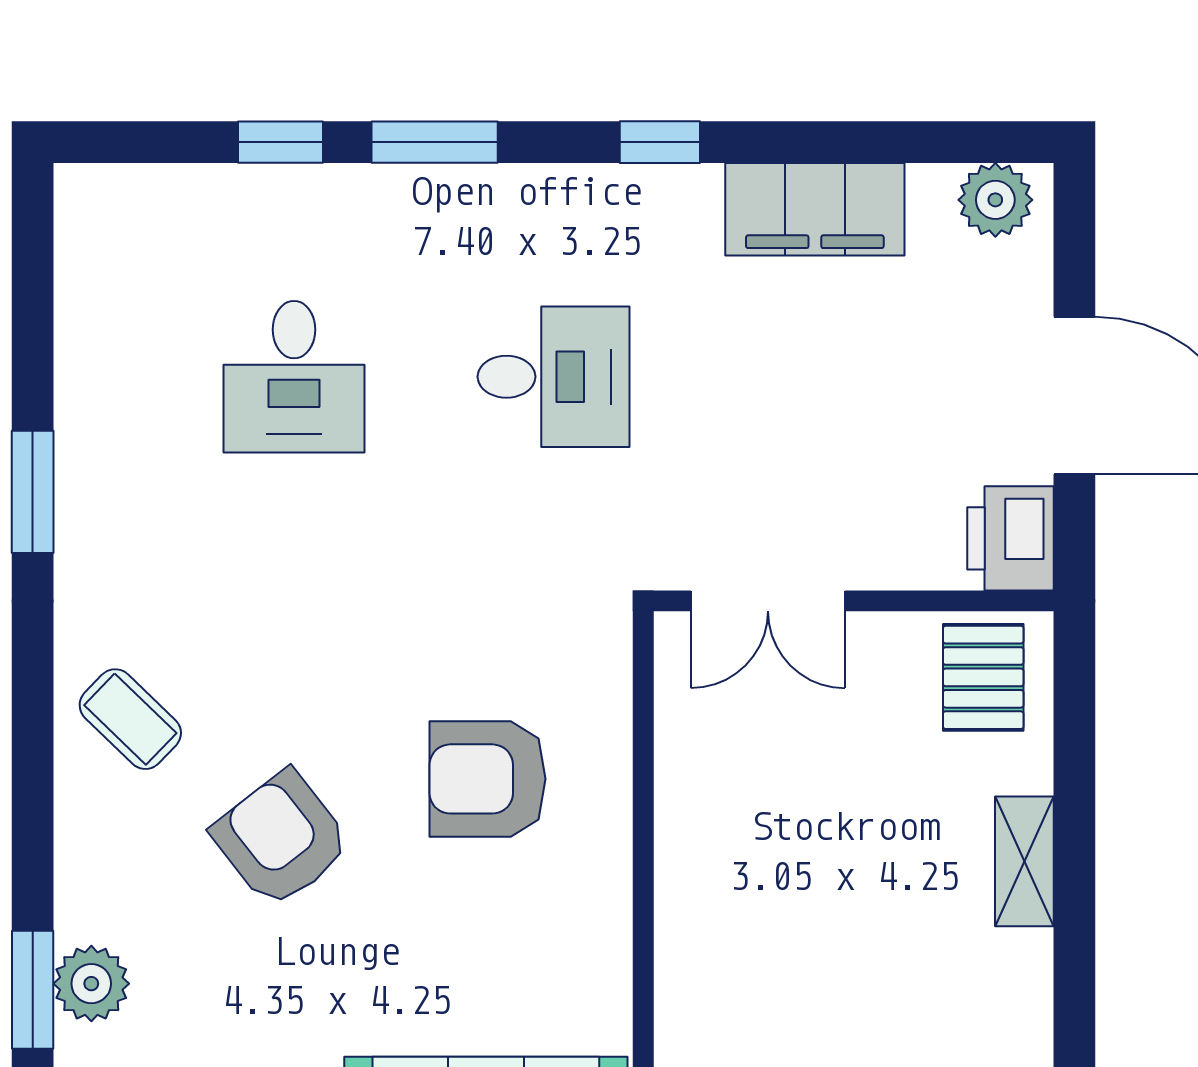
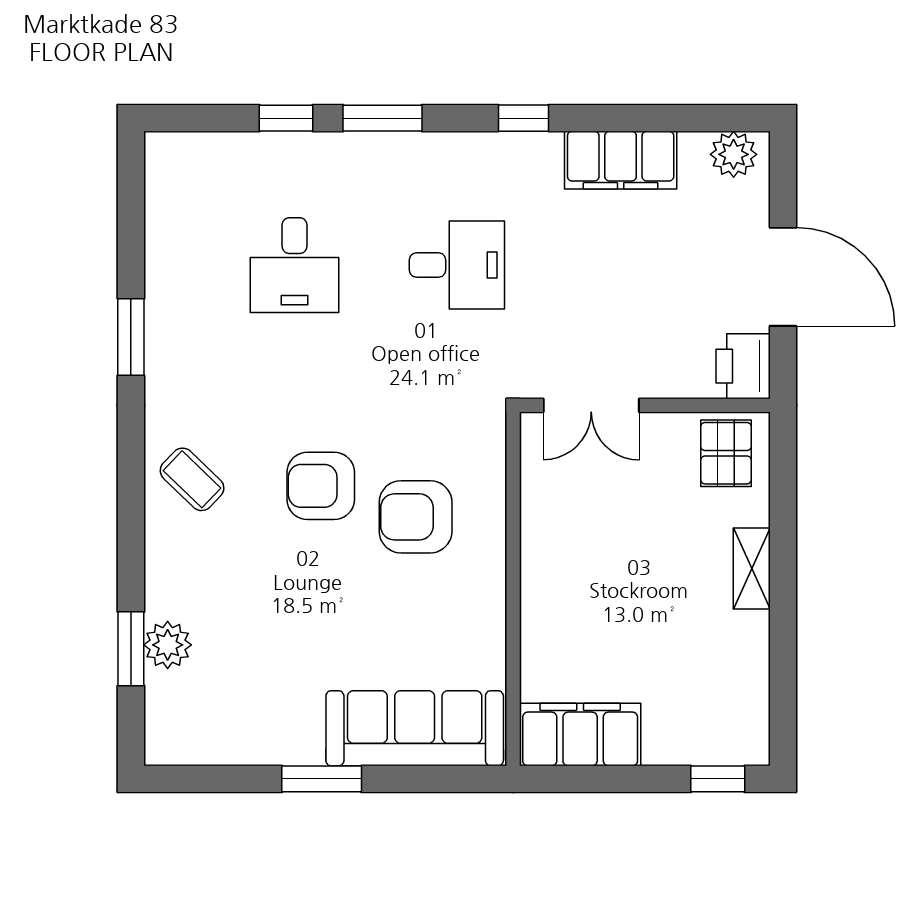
armchair: (281, 839) -> (321, 486), moved, turned -52

